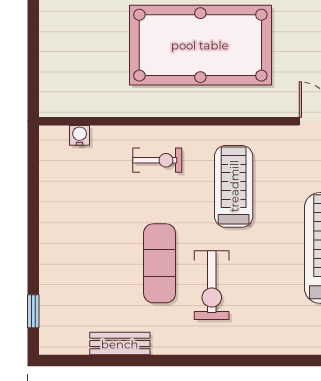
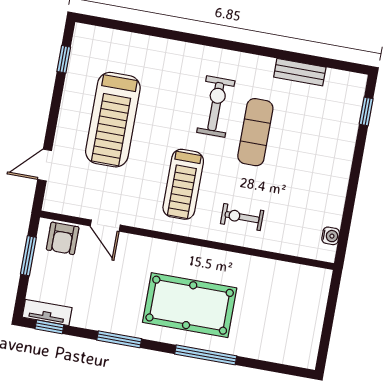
pool table: (200, 45) -> (190, 305), width x0.73, depth x0.76
water cooler: (80, 135) -> (331, 236), moved, turned -90

